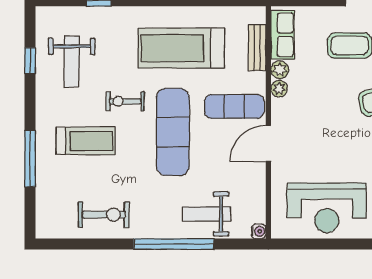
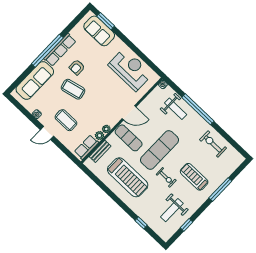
weight bench: (72, 62) -> (172, 210), turned 180

